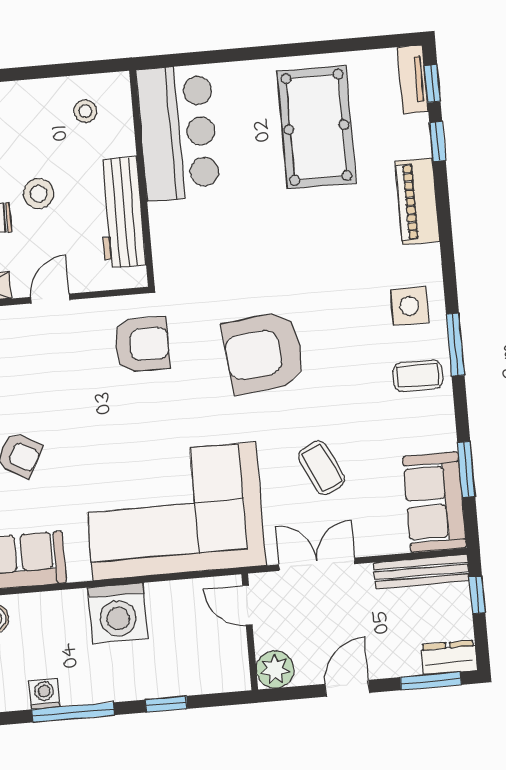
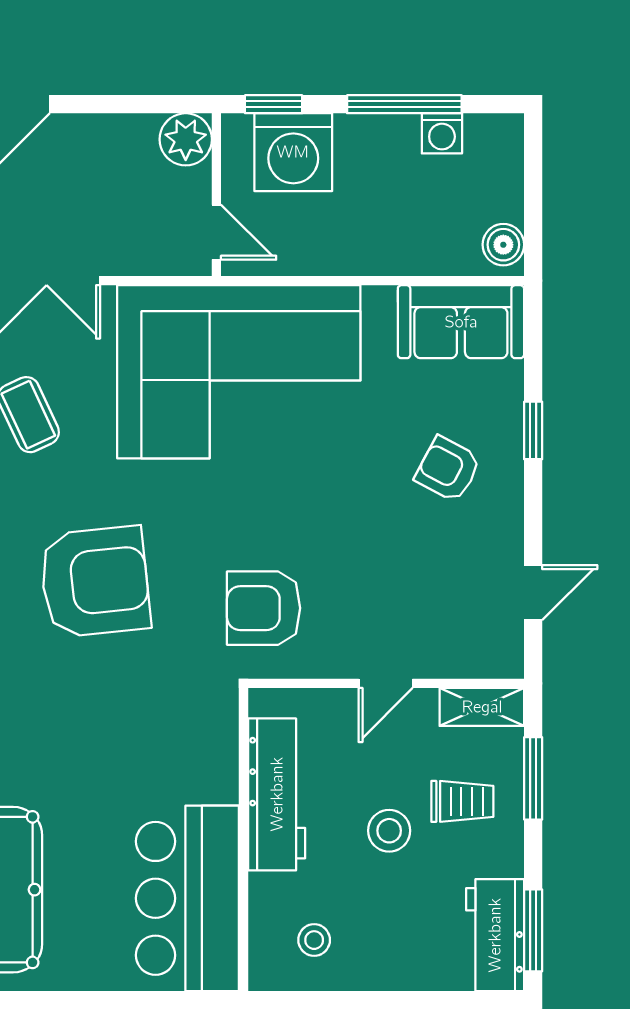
door: (247, 605) -> (216, 232), moved
washing machine: (118, 613) -> (293, 152), moved, turned 180
wall: (250, 632) -> (216, 195), moved
plant: (275, 669) -> (186, 139), moved

